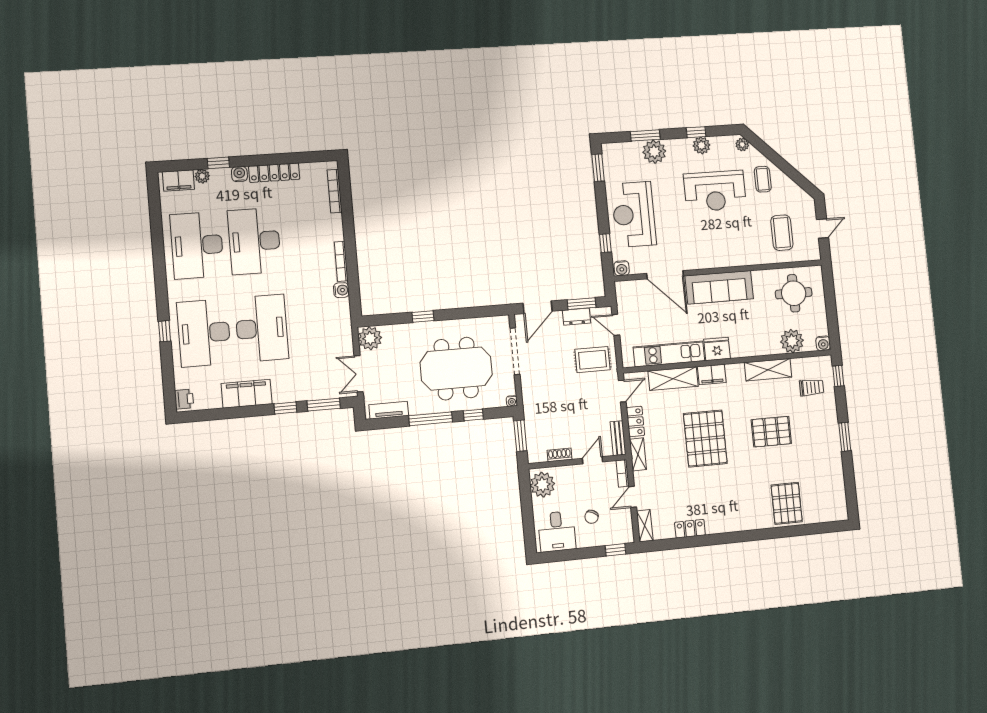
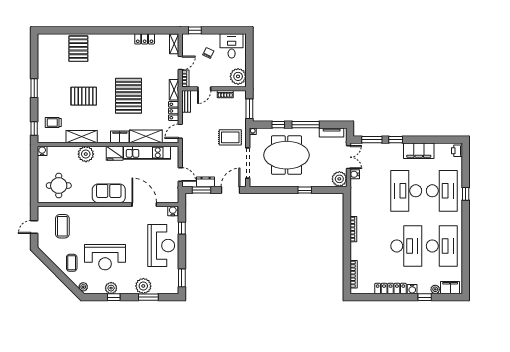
reception desk: (715, 191) -> (105, 257), turned 180
sofa: (719, 287) -> (109, 193), width x0.73
water cooler: (341, 290) -> (355, 174), moved
plant: (792, 341) -> (86, 154), moved
rug: (593, 360) -> (230, 137), moved

